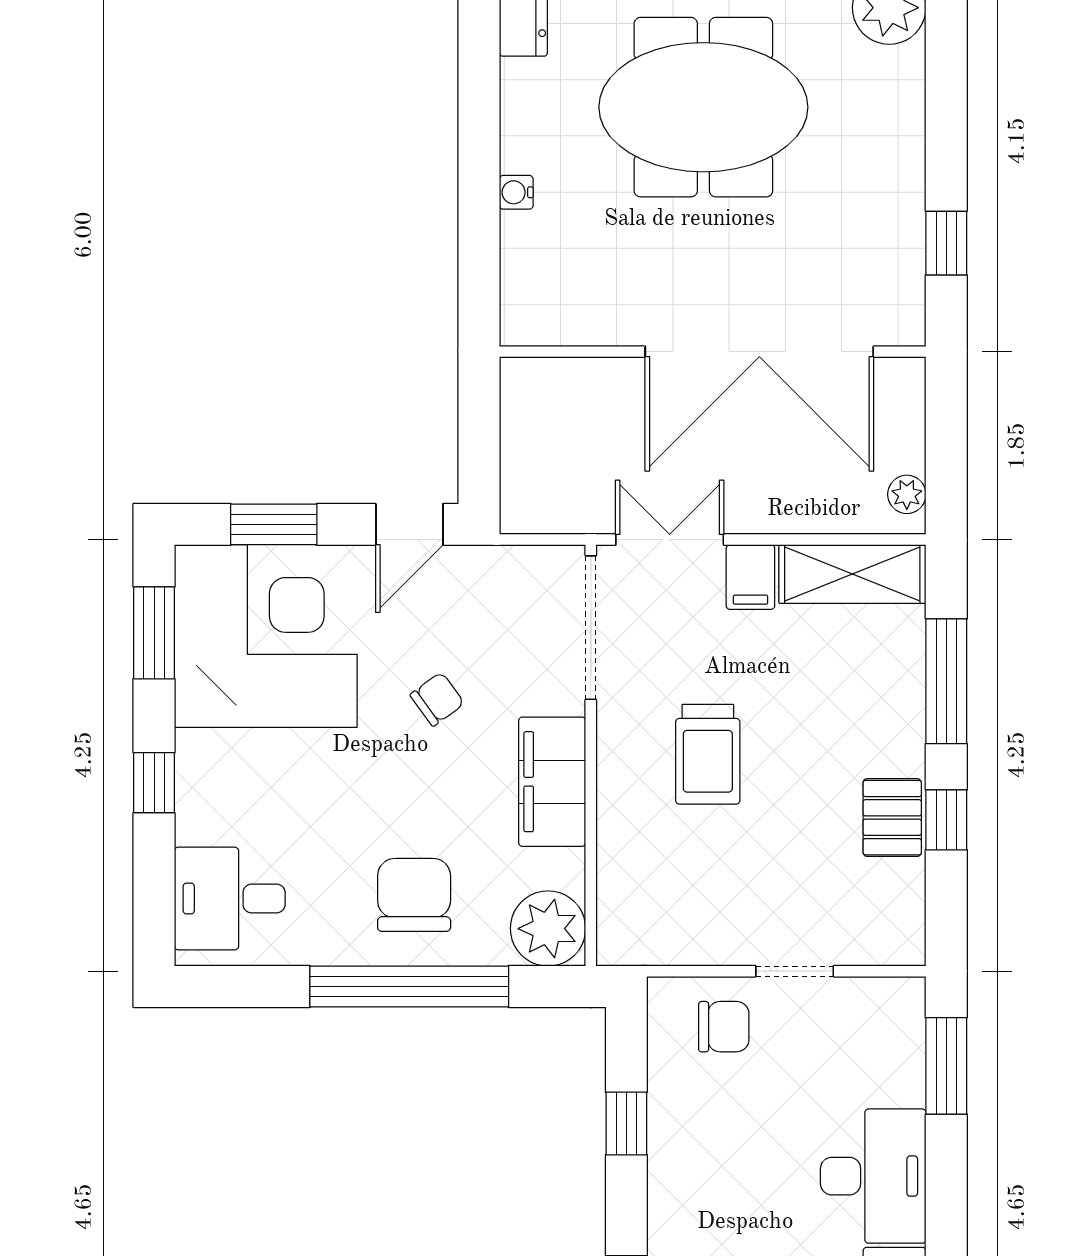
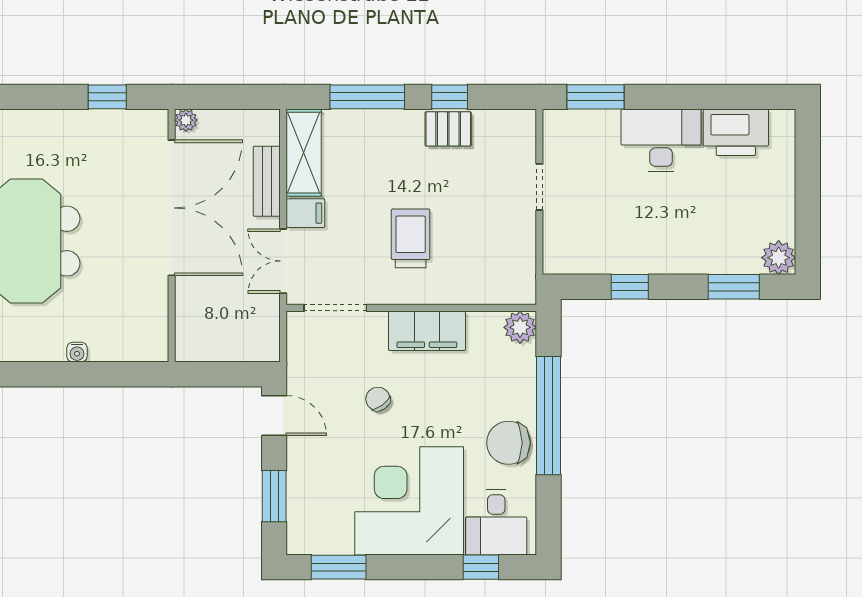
plant: (907, 494) -> (186, 120), moved
bench: (804, 512) -> (267, 181), added
doorway: (591, 628) -> (335, 308), width x0.73
corner desk: (266, 636) -> (409, 501), moved
trolley: (708, 754) -> (411, 238), turned -90
window: (154, 783) -> (481, 567), moved
chair: (414, 895) -> (508, 443), moved
plant: (548, 929) -> (520, 327), width x0.73, depth x0.73
chair: (724, 1027) -> (572, 229), removed

